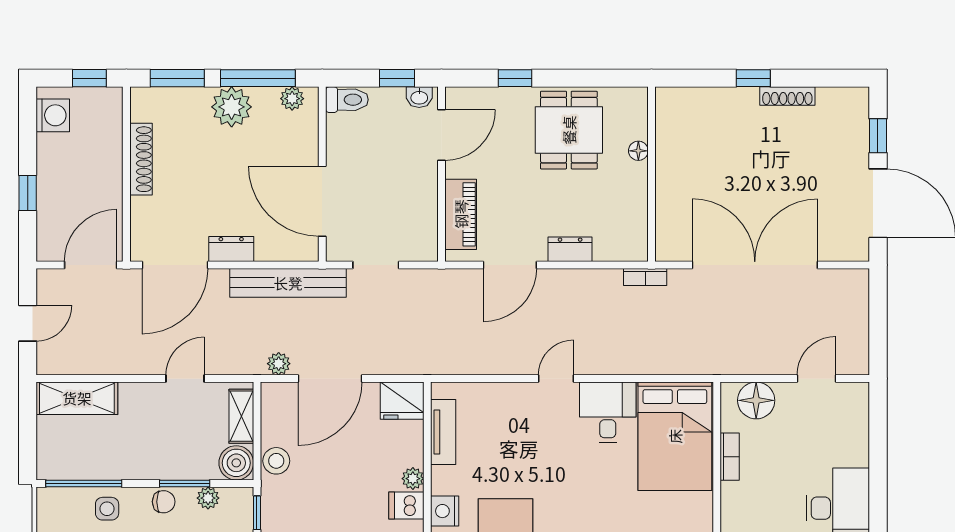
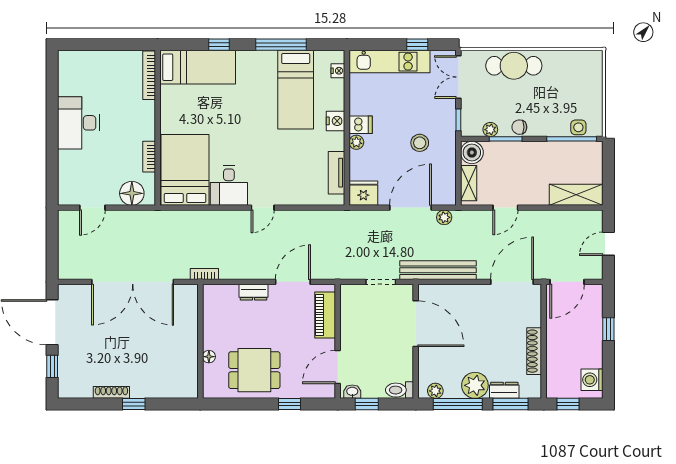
dining table: (569, 130) -> (254, 370), turned 90
dresser: (231, 249) -> (504, 390), moved, turned 180
stool: (276, 461) -> (420, 143), moved
side table: (107, 509) -> (578, 127), moved

